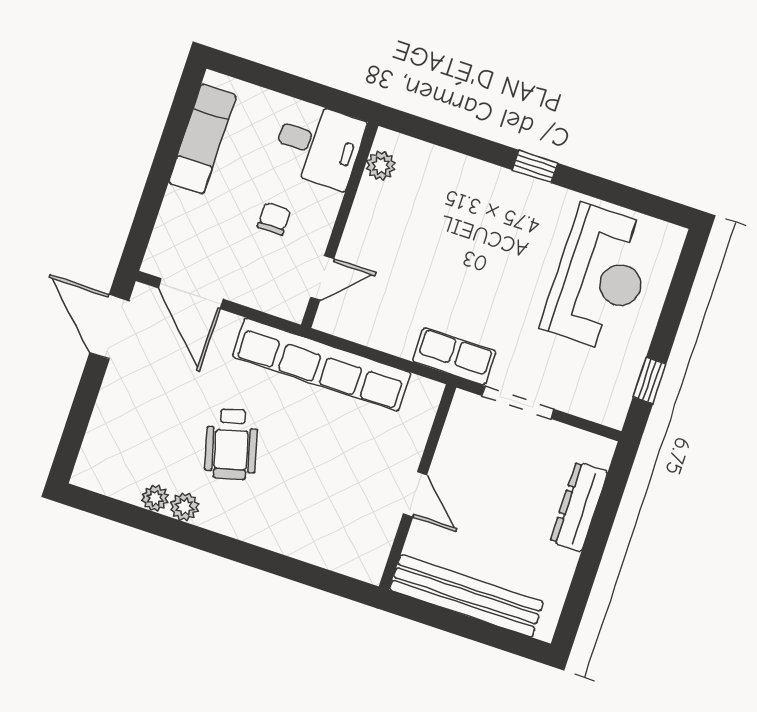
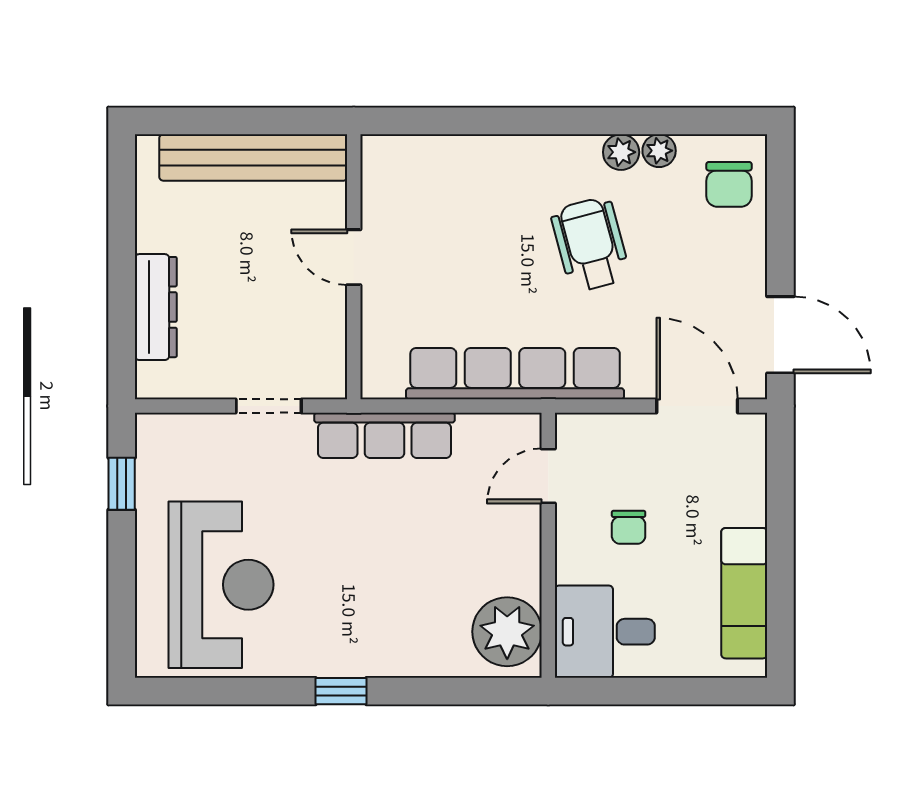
plant: (381, 166) -> (507, 632), width x1.87, depth x1.87
reception desk: (599, 278) -> (221, 585), turned 180
row of seats: (454, 356) -> (385, 435), width x1.48
doorway: (518, 402) -> (269, 406), width x0.73
chair: (110, 455) -> (729, 184), added

